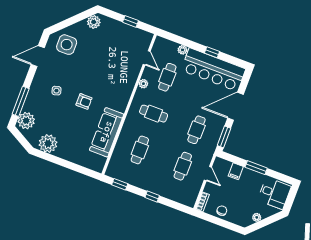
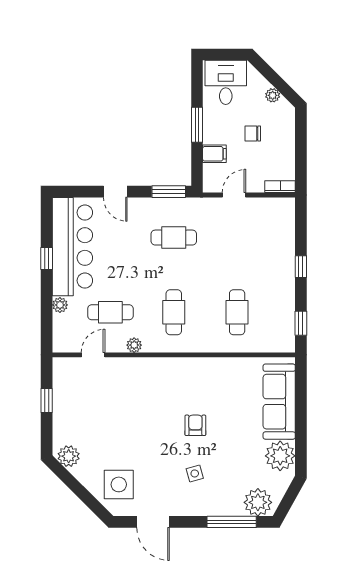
door: (236, 106) -> (115, 192), width x0.53
sofa: (107, 132) -> (279, 402), moved, turned 90
cafe table: (140, 150) -> (237, 312), turned 90
cafe table: (183, 166) -> (237, 238), removed
chair: (222, 211) -> (253, 133), moved

